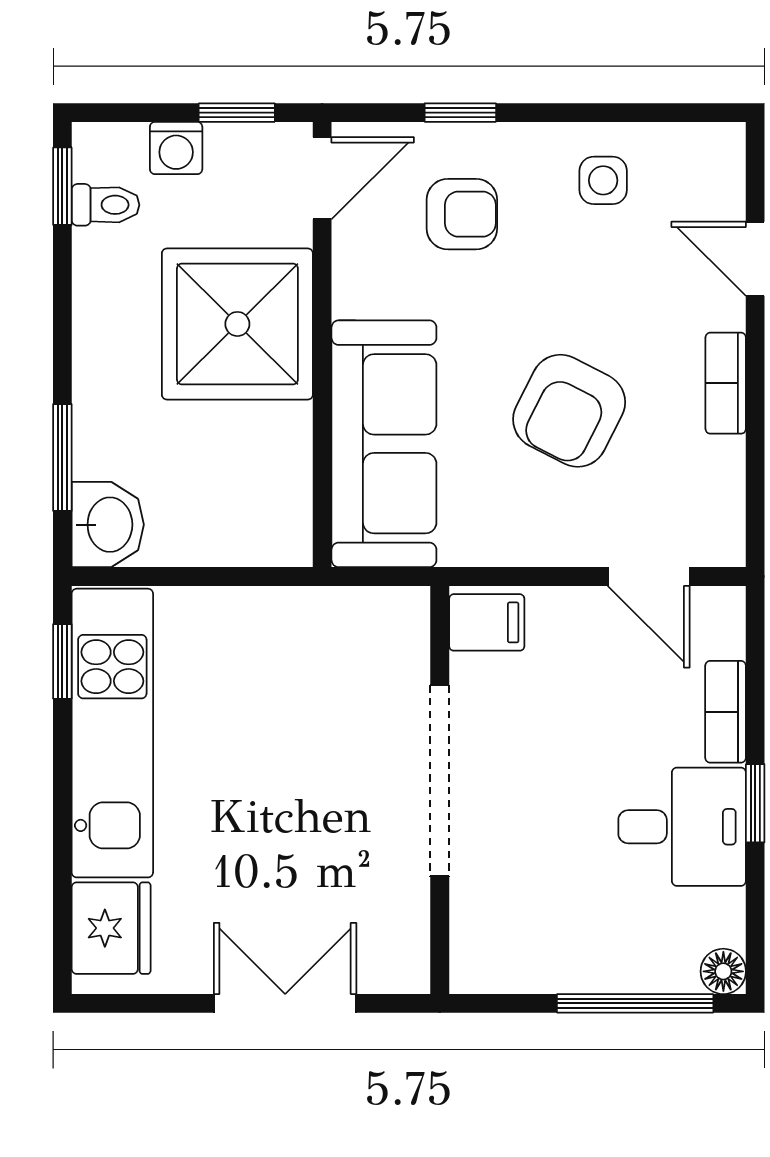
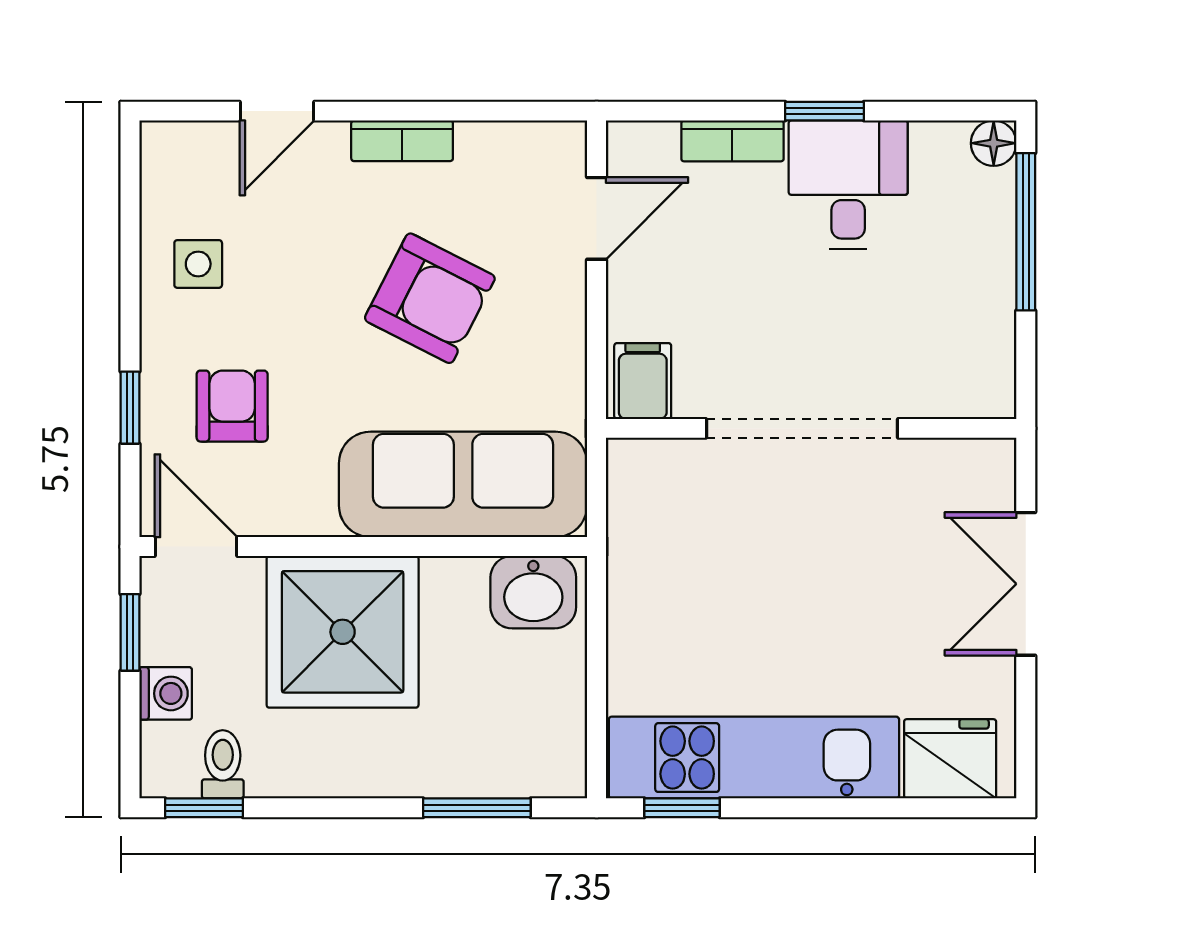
washbasin: (108, 525) -> (533, 592), moved, turned 180

